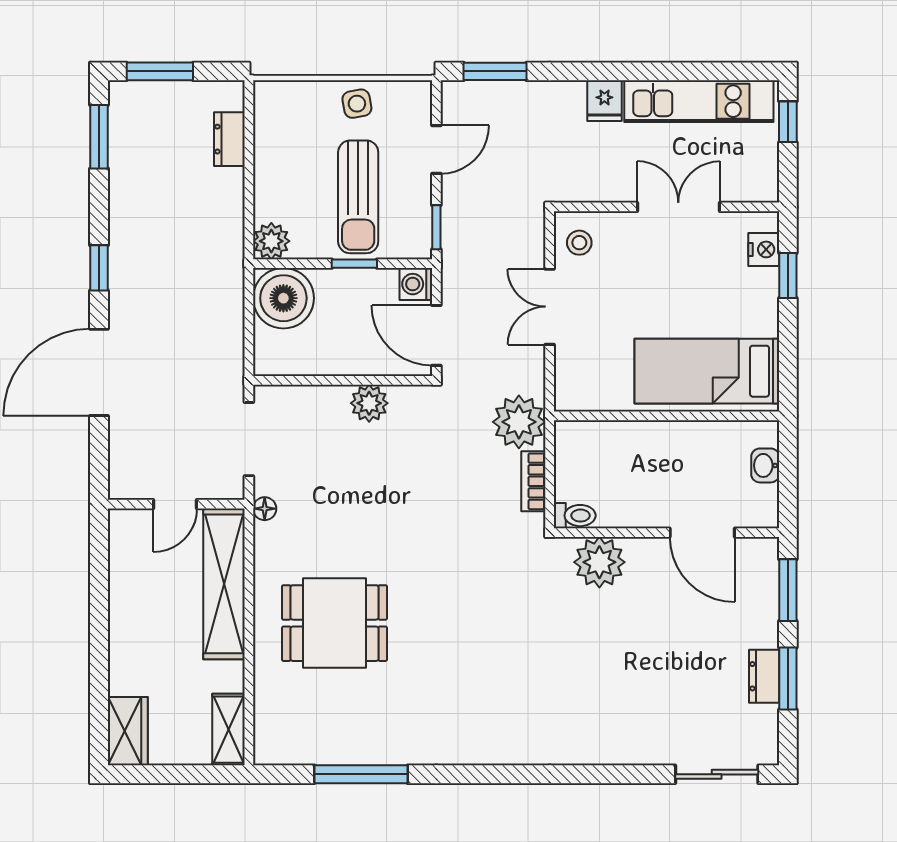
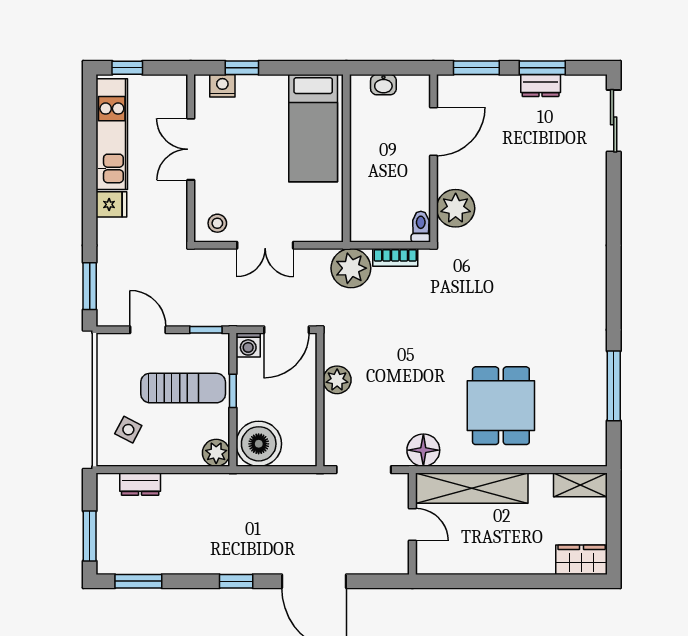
side table: (357, 104) -> (128, 430), moved, turned 38
floor lamp: (265, 509) -> (423, 450), width x1.89, depth x1.89

